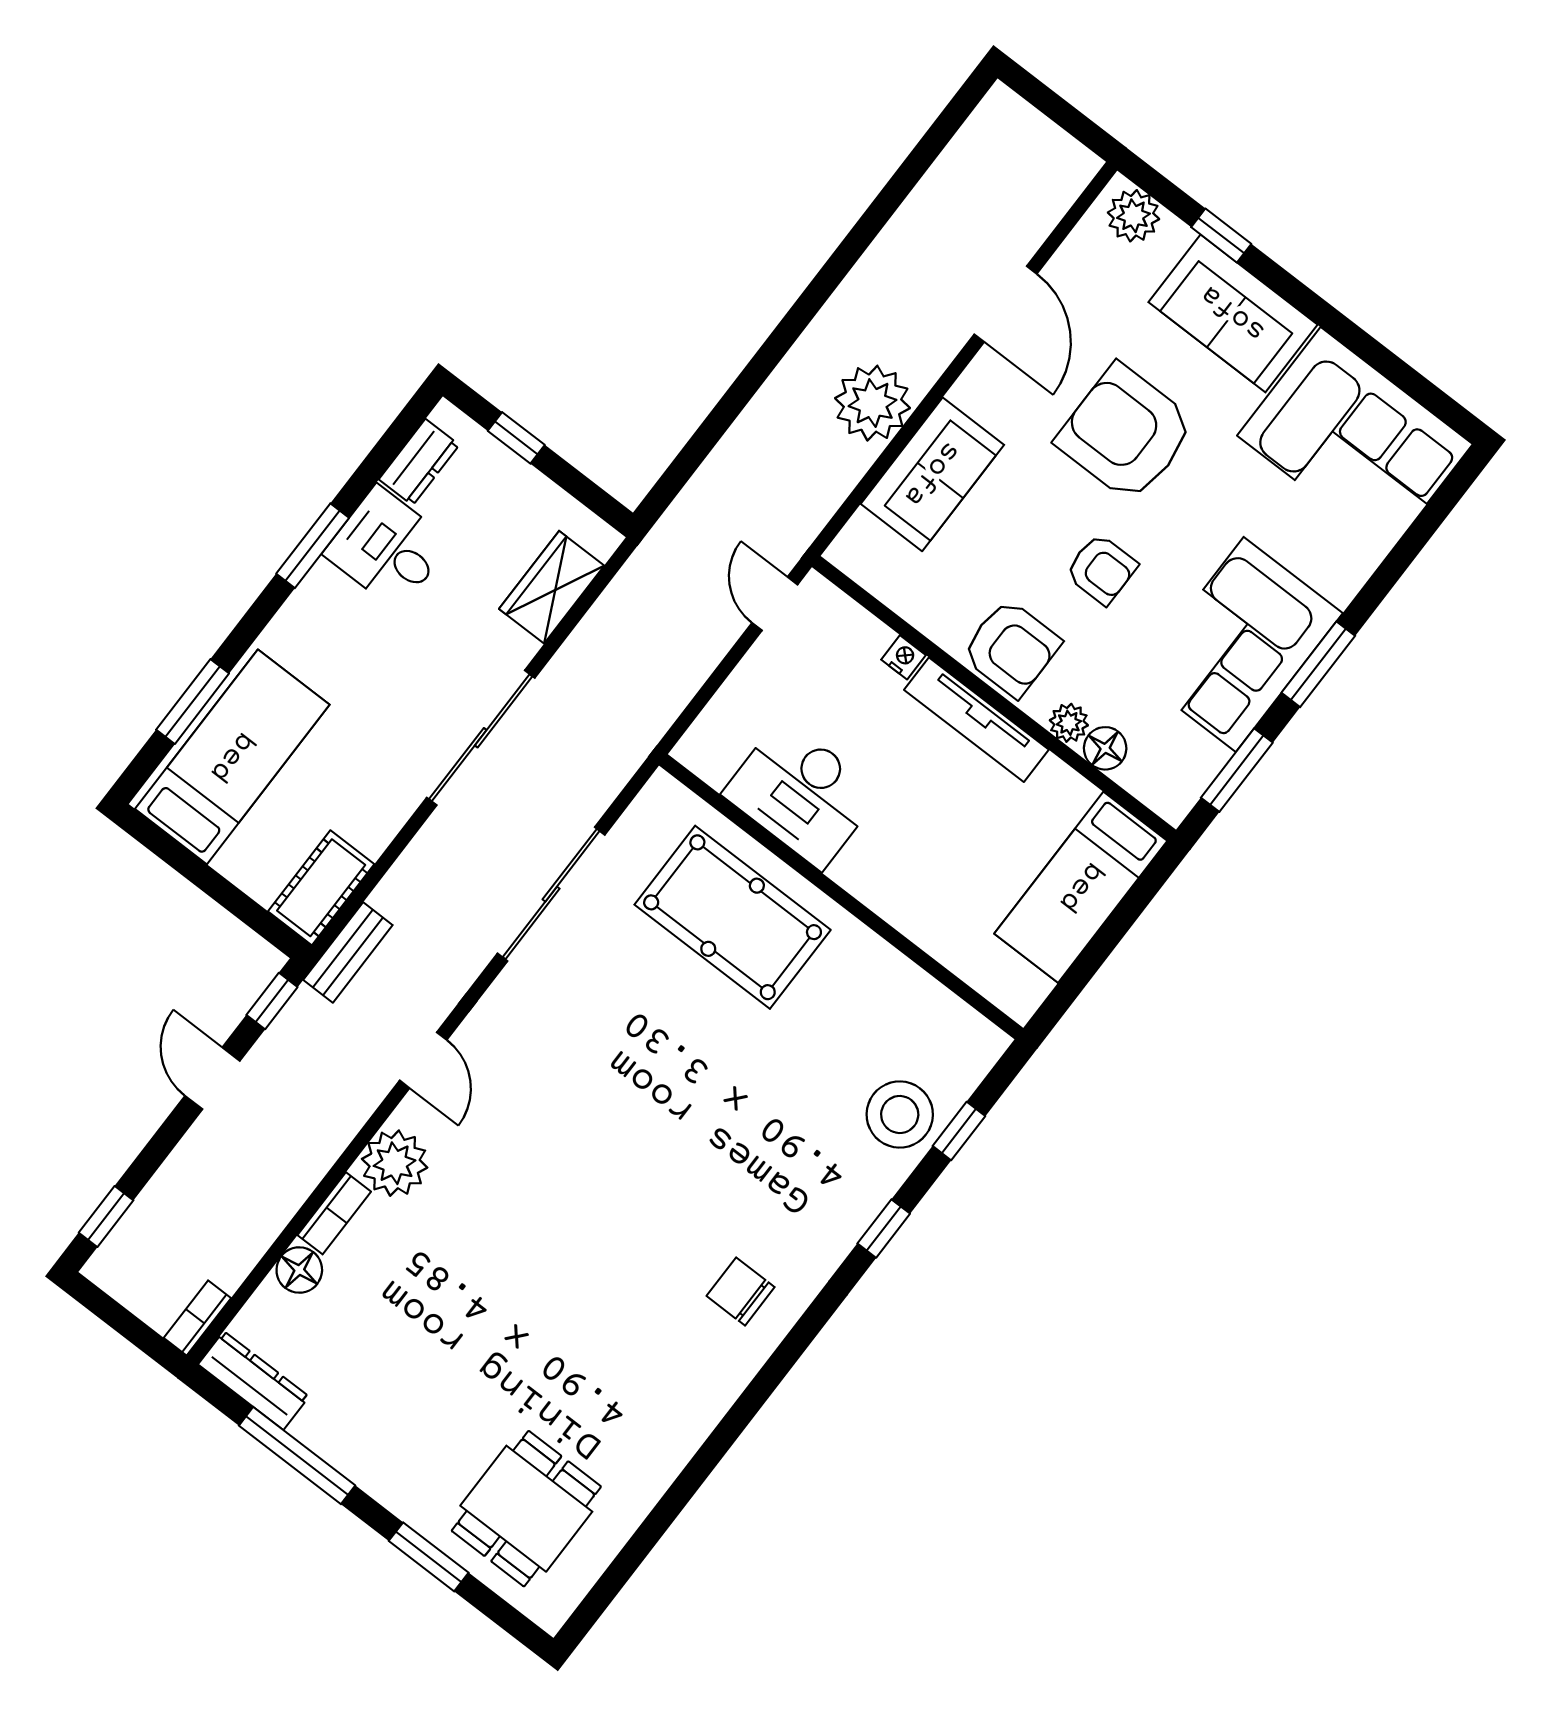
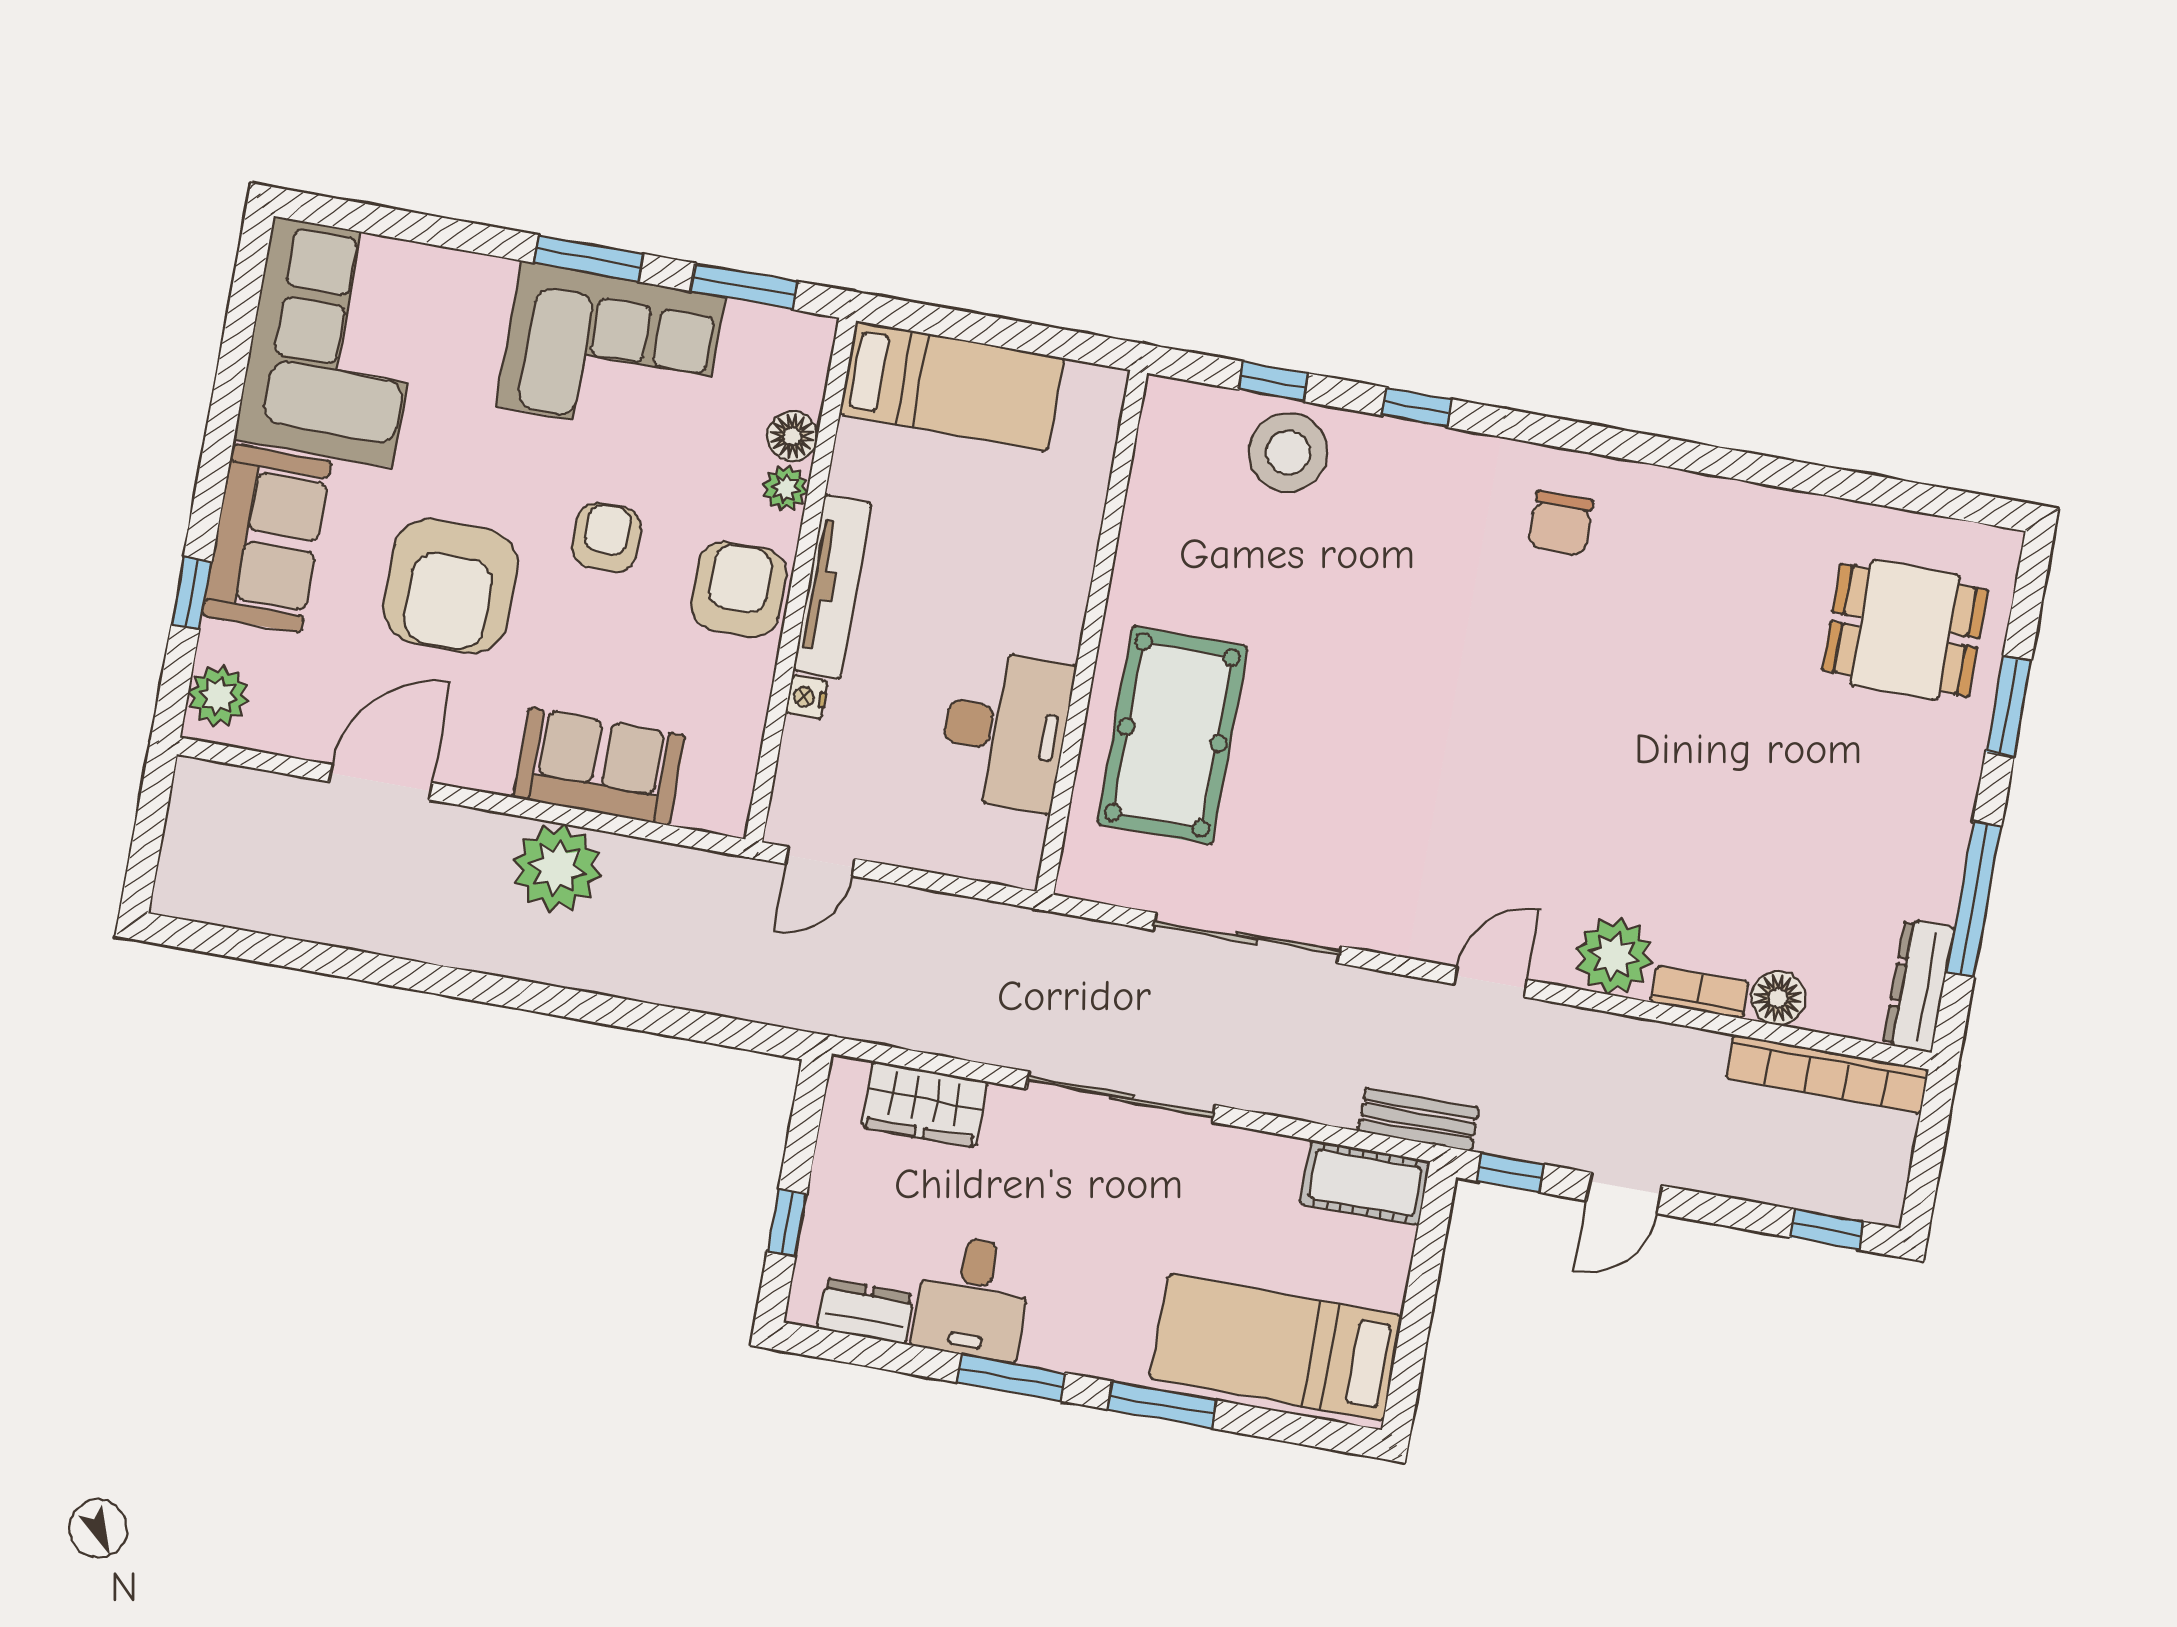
window: (193, 702) -> (1162, 1405), moved
bookcase: (197, 1318) -> (1827, 1074), width x2.31, depth x1.31

